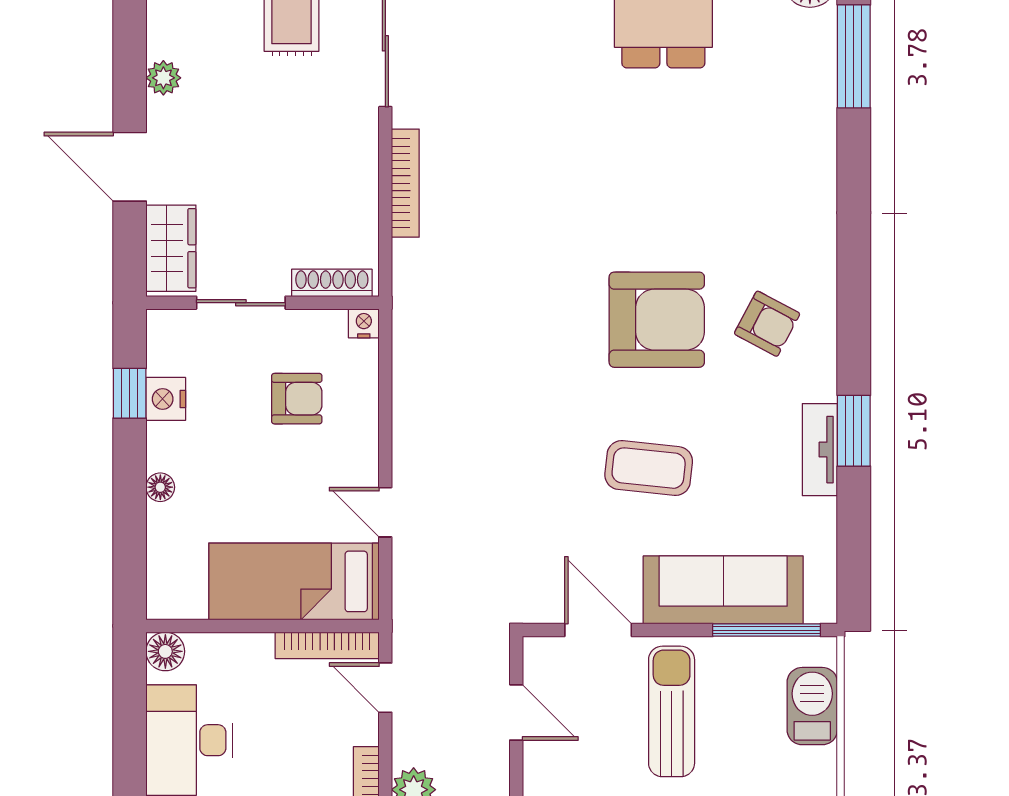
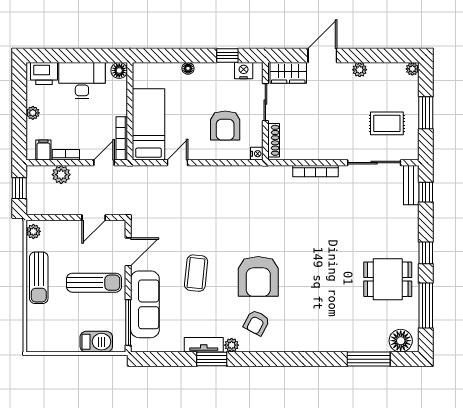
plant: (820, 383) -> (232, 345), added
nightstand: (166, 399) -> (244, 71), moved
armchair: (297, 399) -> (225, 126), width x1.38, depth x1.38

